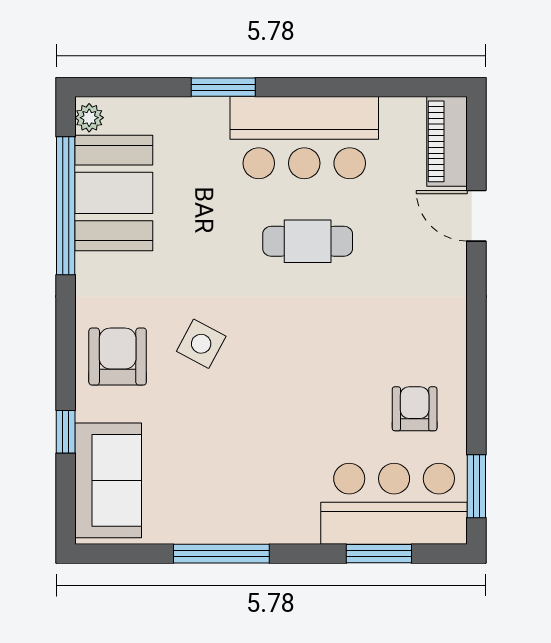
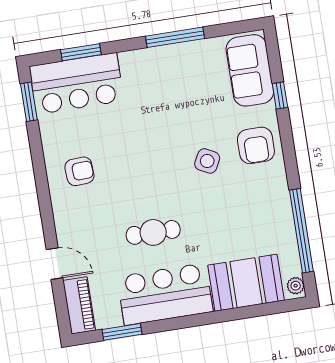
window: (223, 87) -> (122, 332), moved
booth: (114, 193) -> (246, 283), moved, turned 90
armchair: (415, 409) -> (79, 171), moved, turned -93

